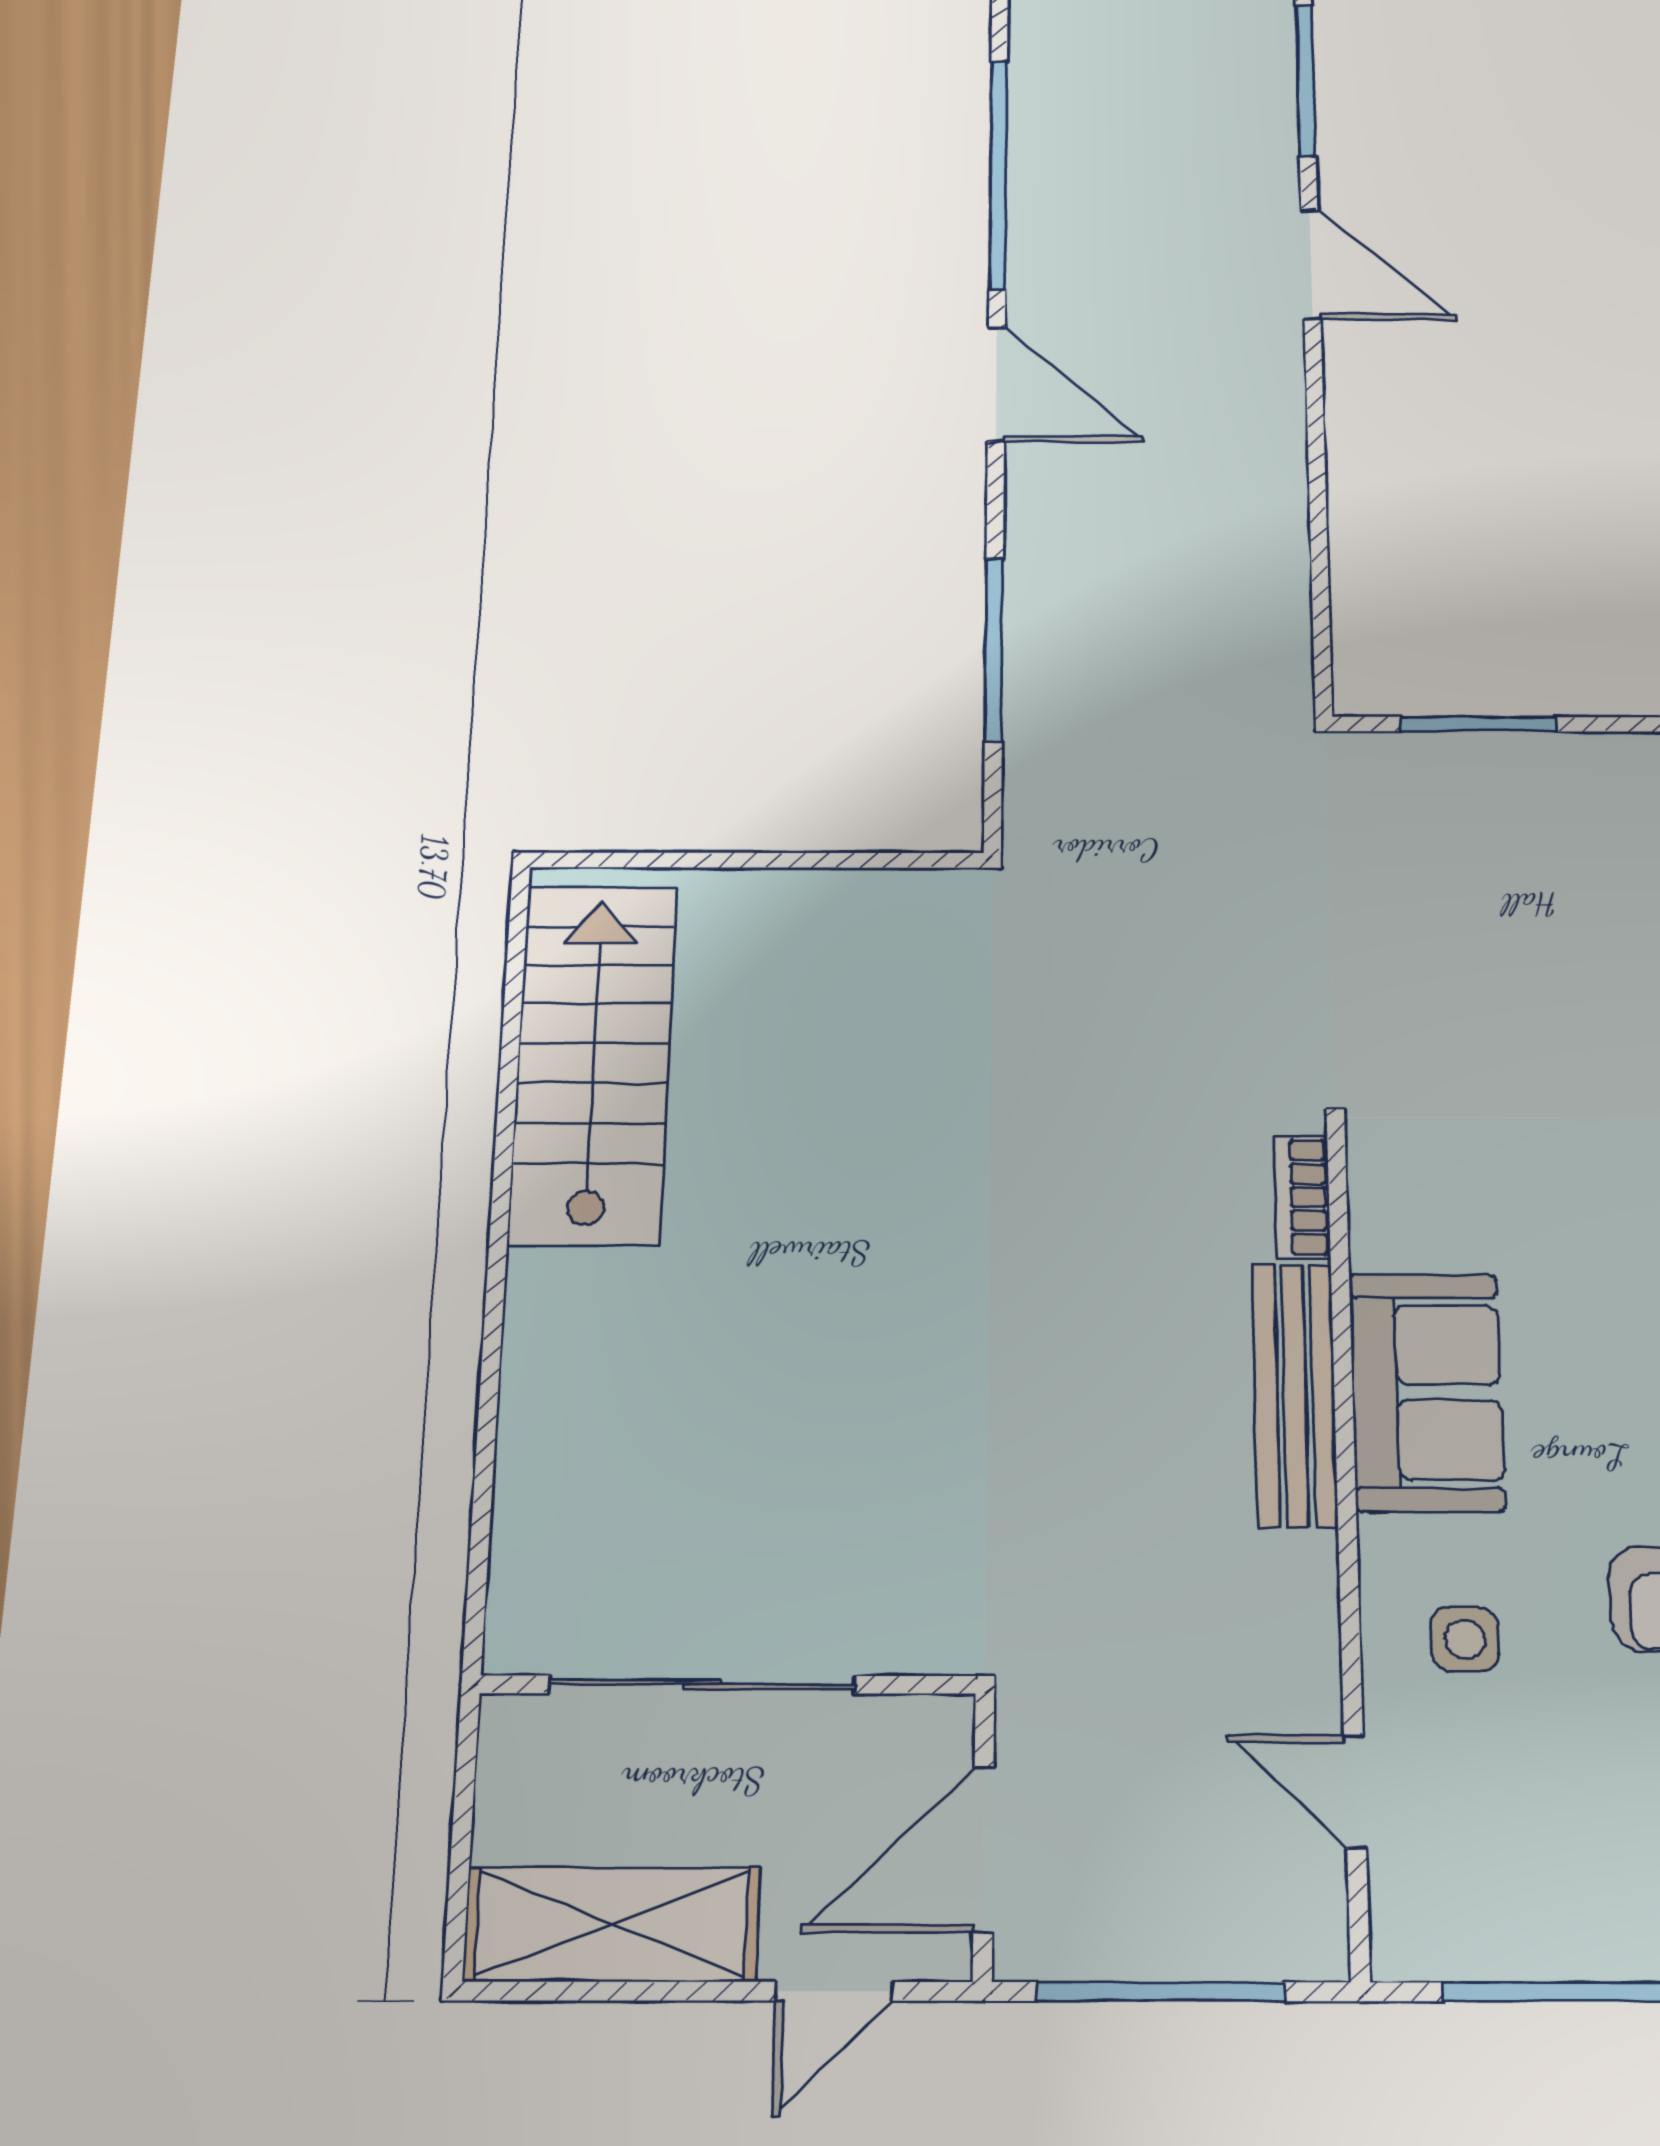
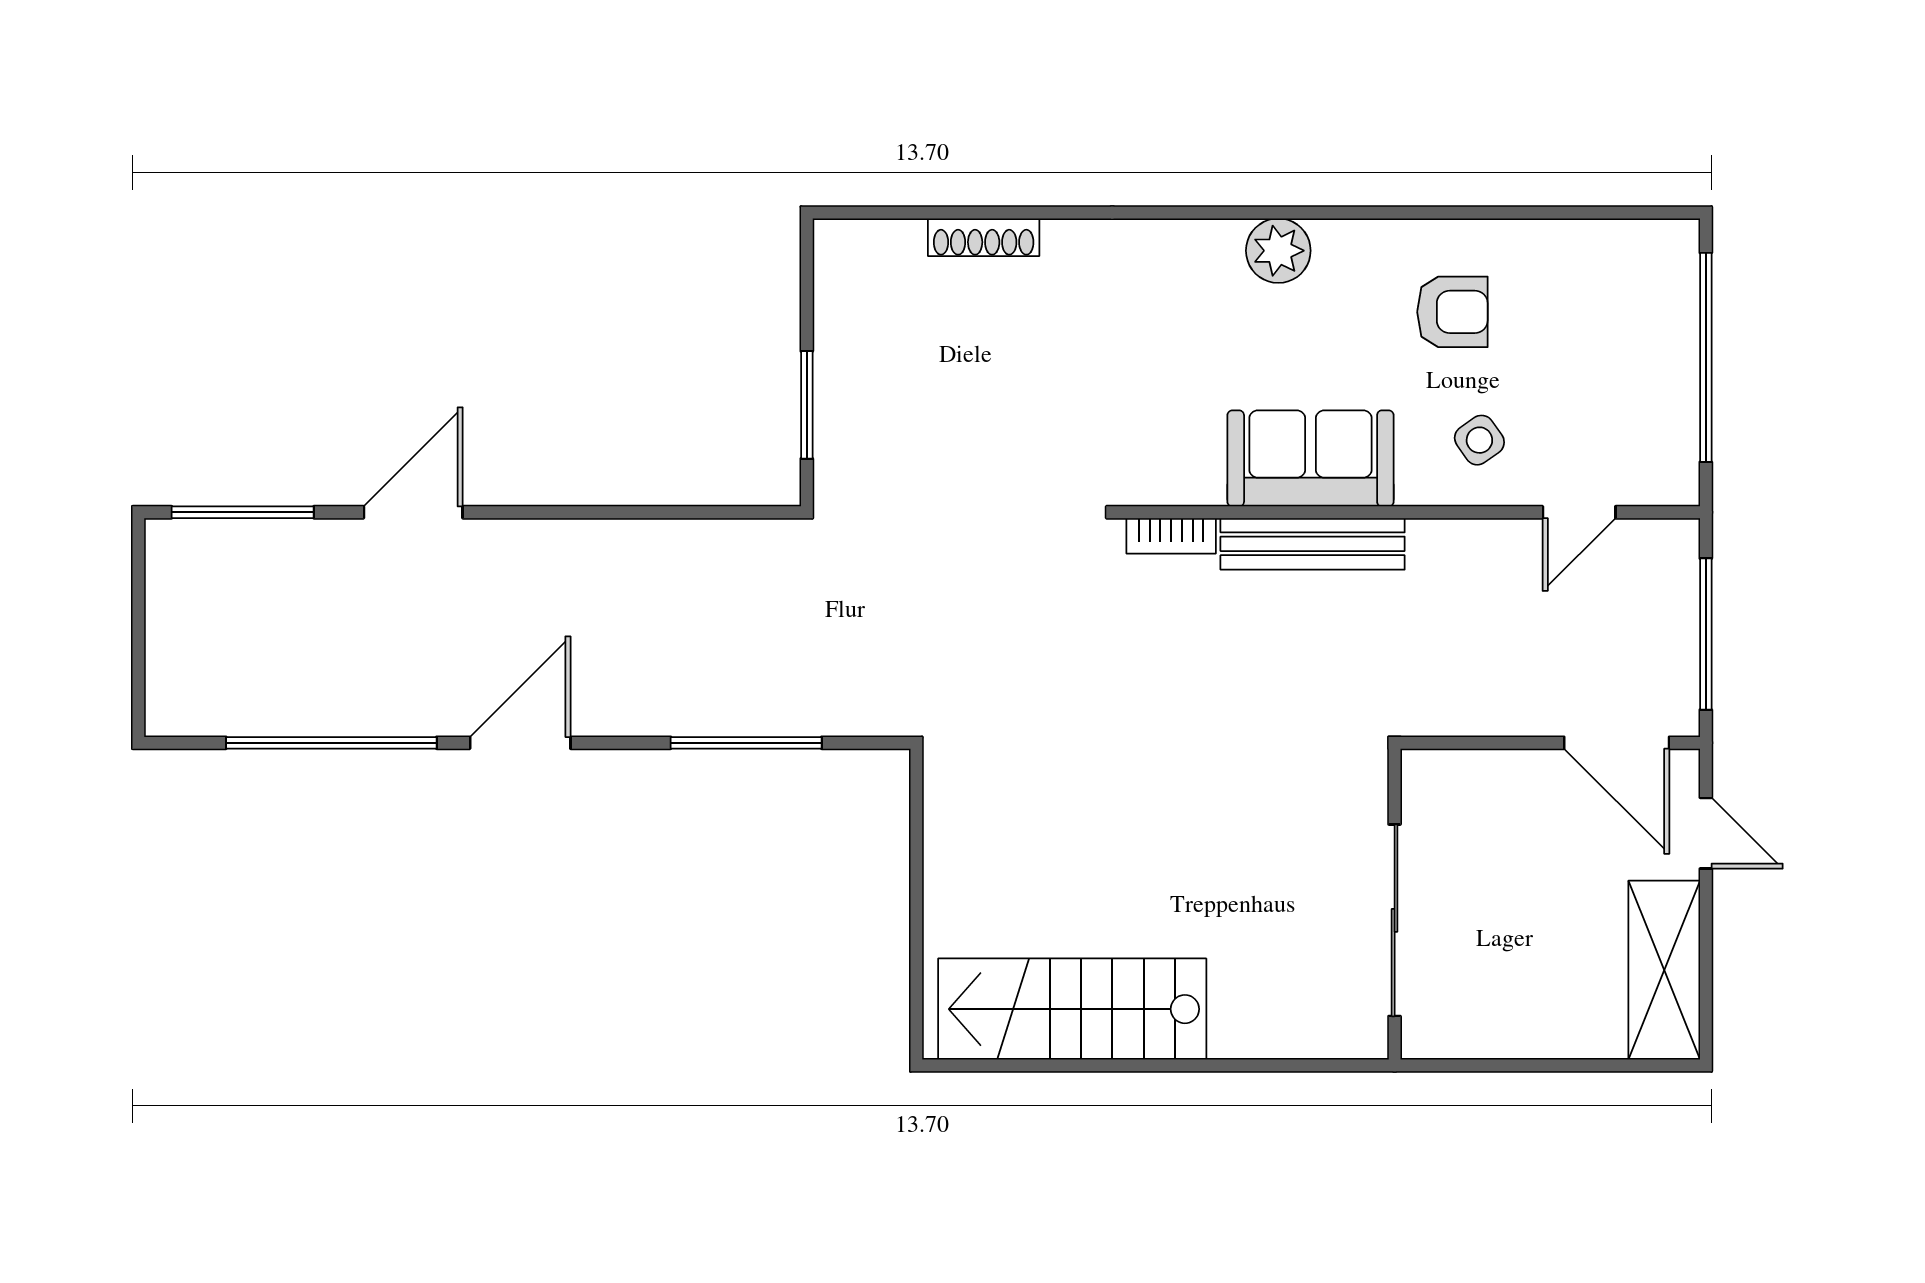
side table: (1465, 1639) -> (1479, 440), turned -35
sliding door: (702, 1685) -> (1395, 920), moved
wall: (728, 1685) -> (1395, 904), moved

